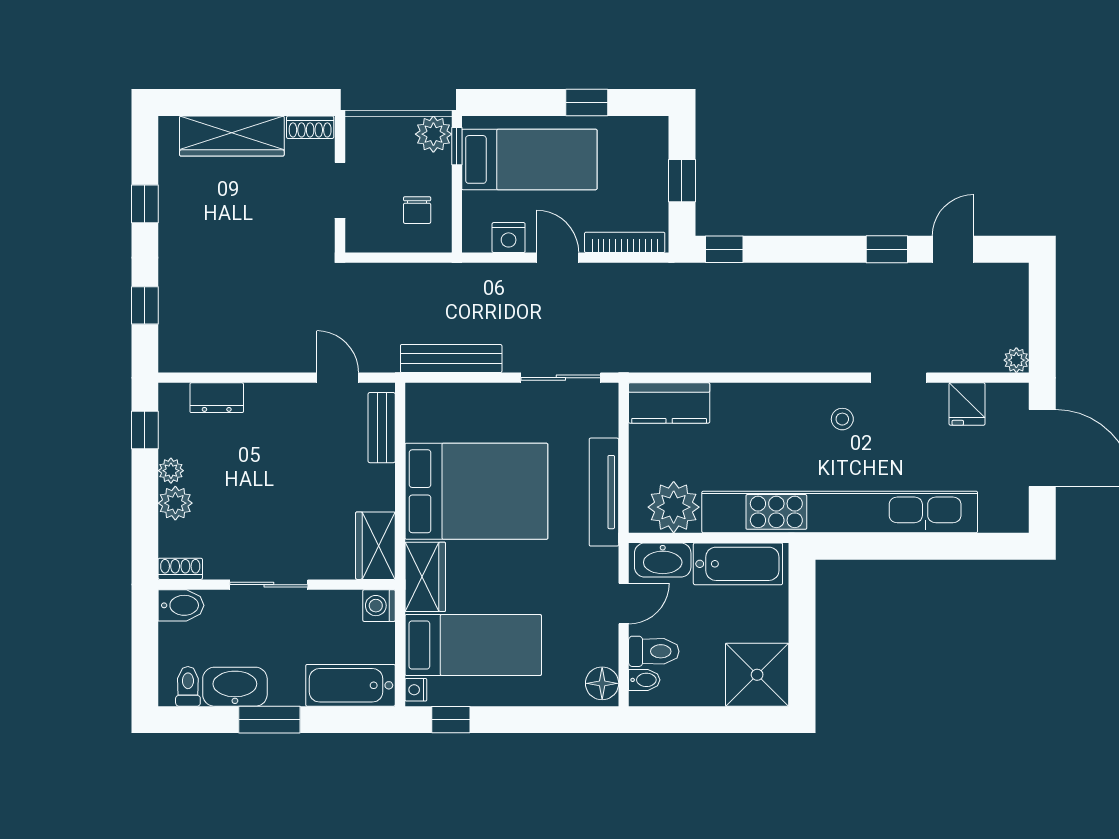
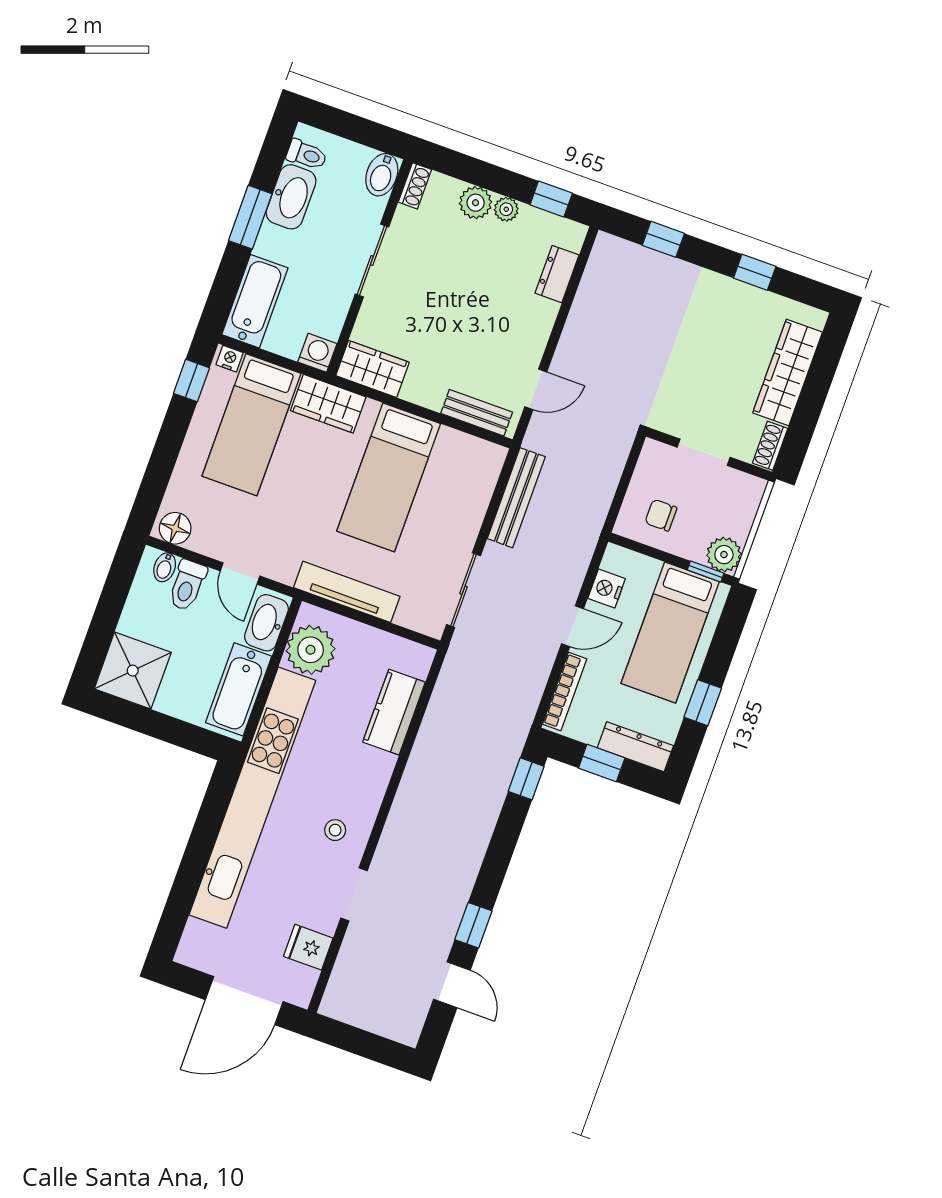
dresser: (654, 153) -> (635, 747), added
plant: (1016, 360) -> (332, 1006), removed
kitchen counter: (669, 403) -> (394, 712), moved
bed: (476, 491) -> (389, 477), width x0.67

